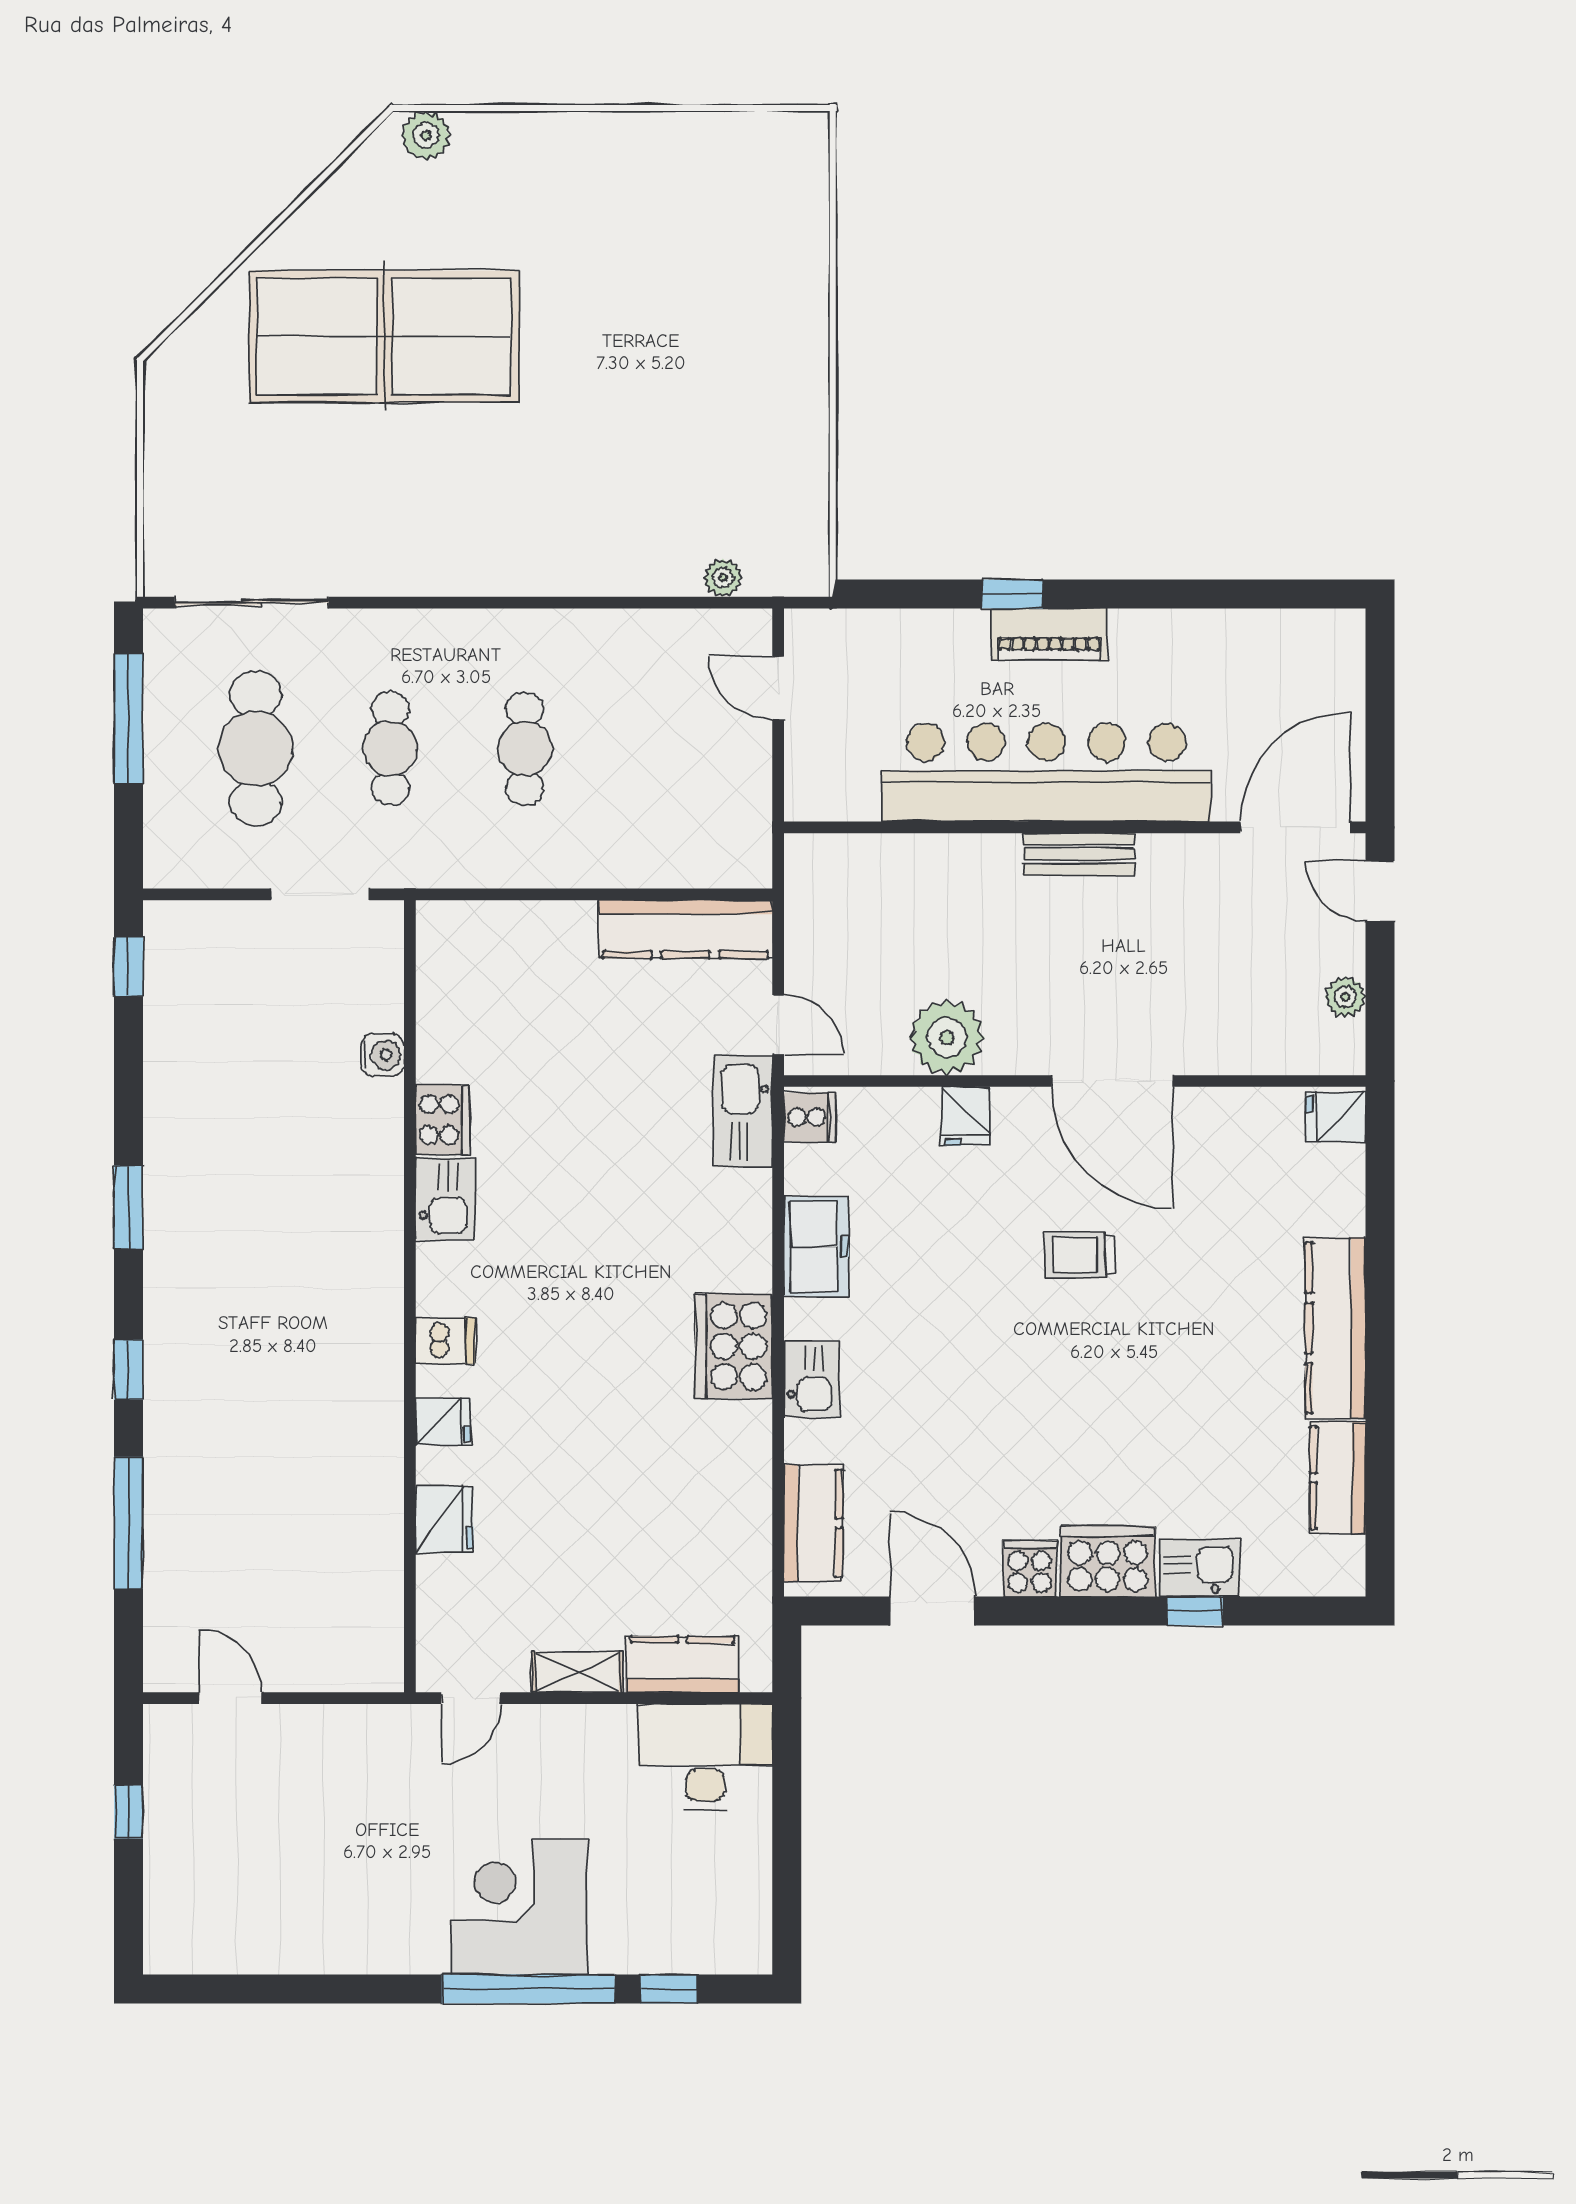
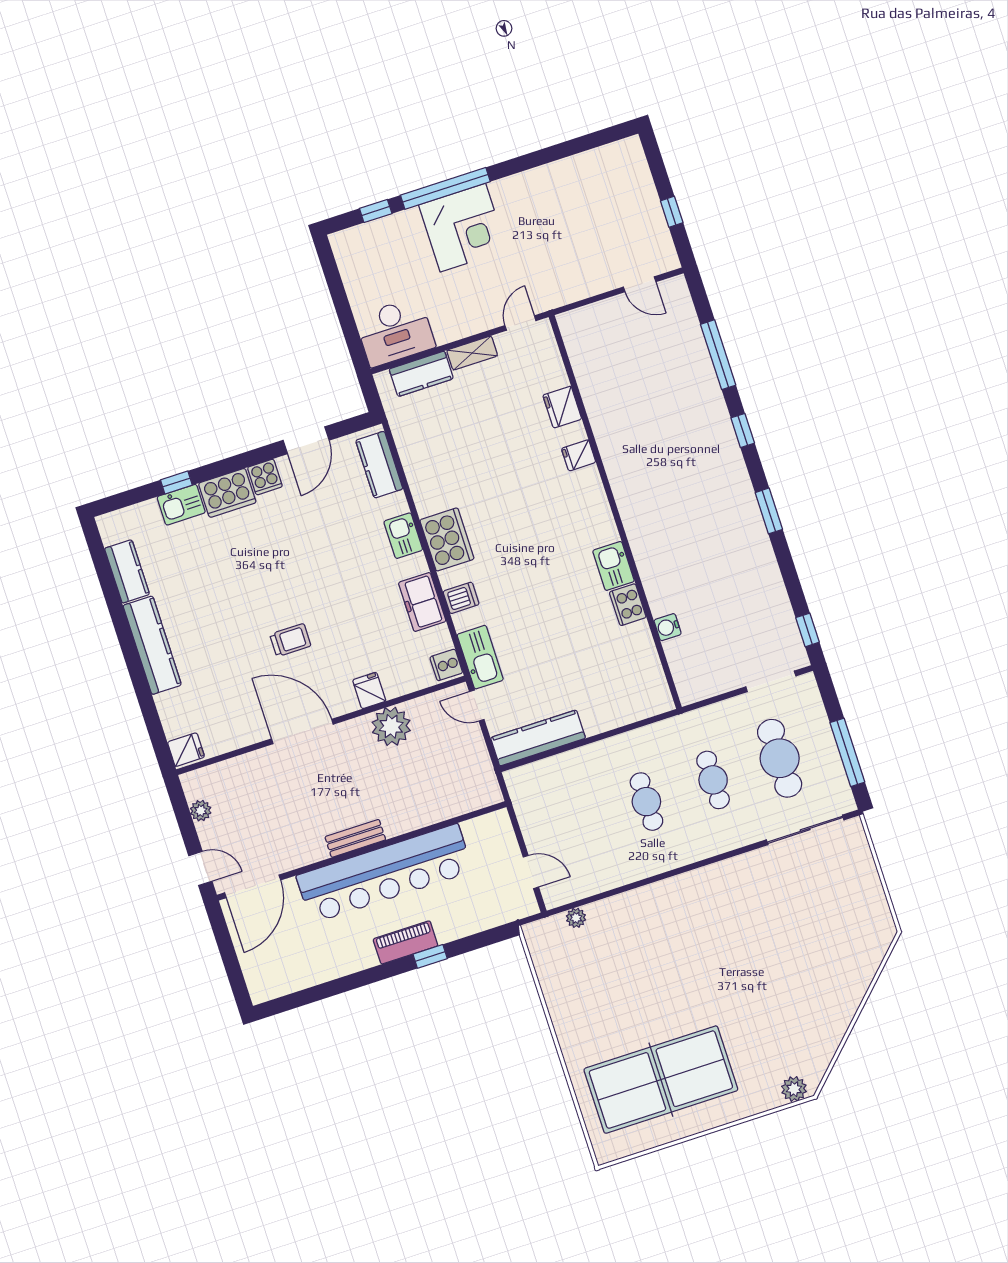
table tennis table: (384, 336) -> (661, 1080), moved
doorway: (320, 894) -> (771, 681), moved
dishwasher: (445, 1341) -> (461, 598), moved, turned 180
door: (932, 1611) -> (306, 440), hinge flipped

